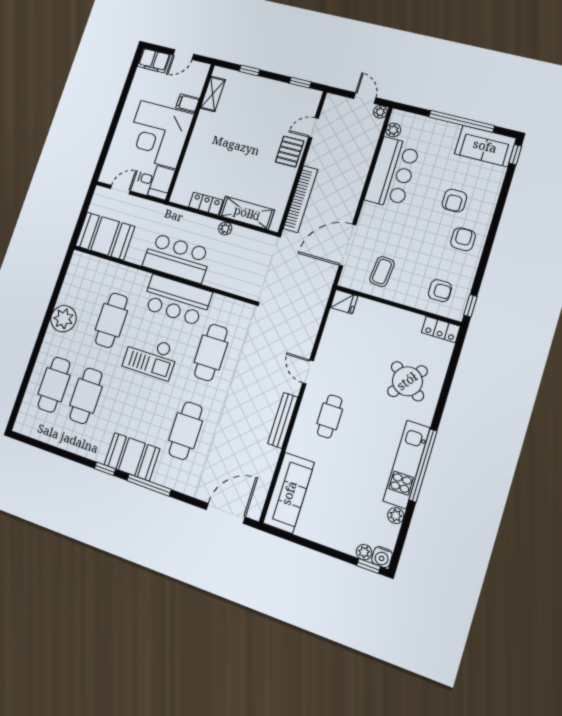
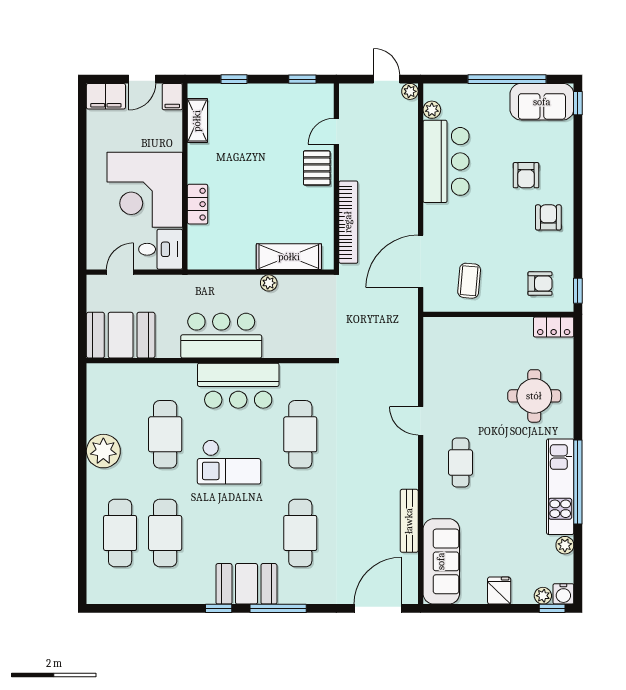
filing cabinet: (188, 103) -> (172, 97), moved, turned -90
locker: (206, 204) -> (198, 204), moved, turned 90
fridge: (344, 302) -> (499, 591), moved, turned -90
round table: (407, 381) -> (534, 396), turned -37
bench: (283, 420) -> (409, 521), moved

